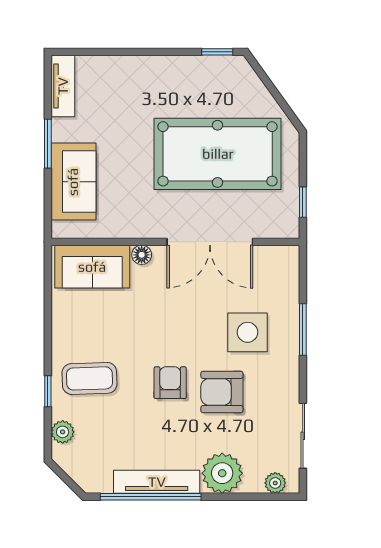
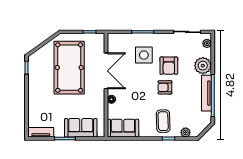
sofa: (92, 267) -> (123, 128), moved, turned -90

